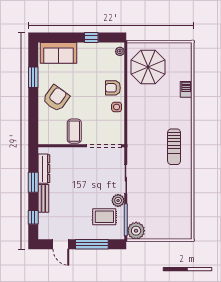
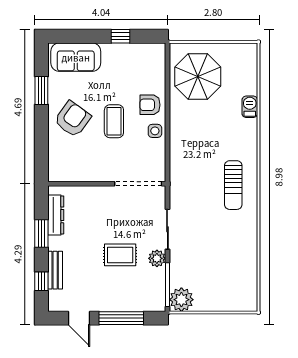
plant: (120, 51) -> (159, 55), removed
coffee table: (74, 131) -> (114, 121), moved
bench: (43, 198) -> (55, 270), moved
rug: (104, 217) -> (120, 255), moved

